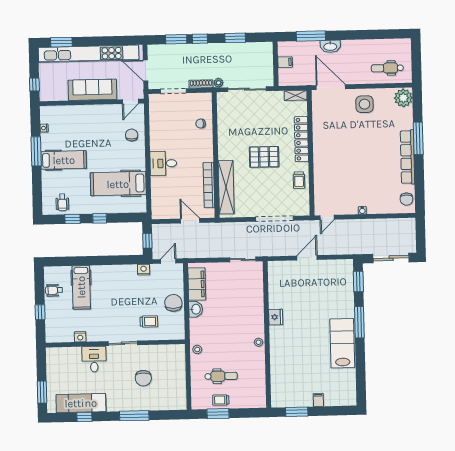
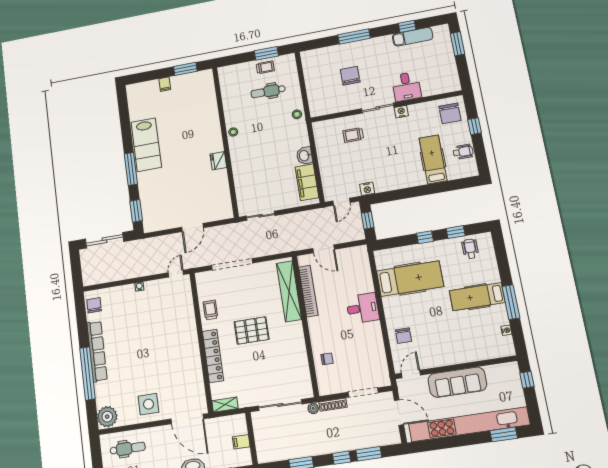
window: (418, 138) -> (87, 373), width x1.46
chair: (173, 303) -> (450, 113), moved
nightstand: (80, 337) -> (401, 112), moved
exam couch: (81, 403) -> (413, 37), width x0.73, depth x0.69

